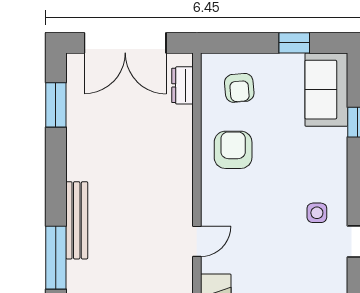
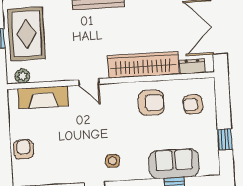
sofa: (326, 90) -> (174, 164), moved
wardrobe: (176, 159) -> (143, 65), added

